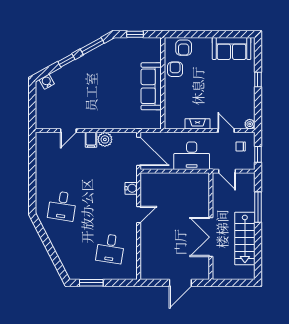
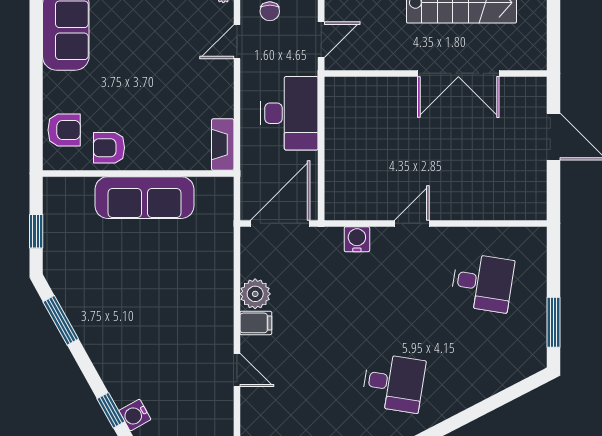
window: (66, 61) -> (111, 410), moved
fireplace: (198, 124) -> (223, 145), moved
door: (139, 215) -> (412, 223), hinge flipped

